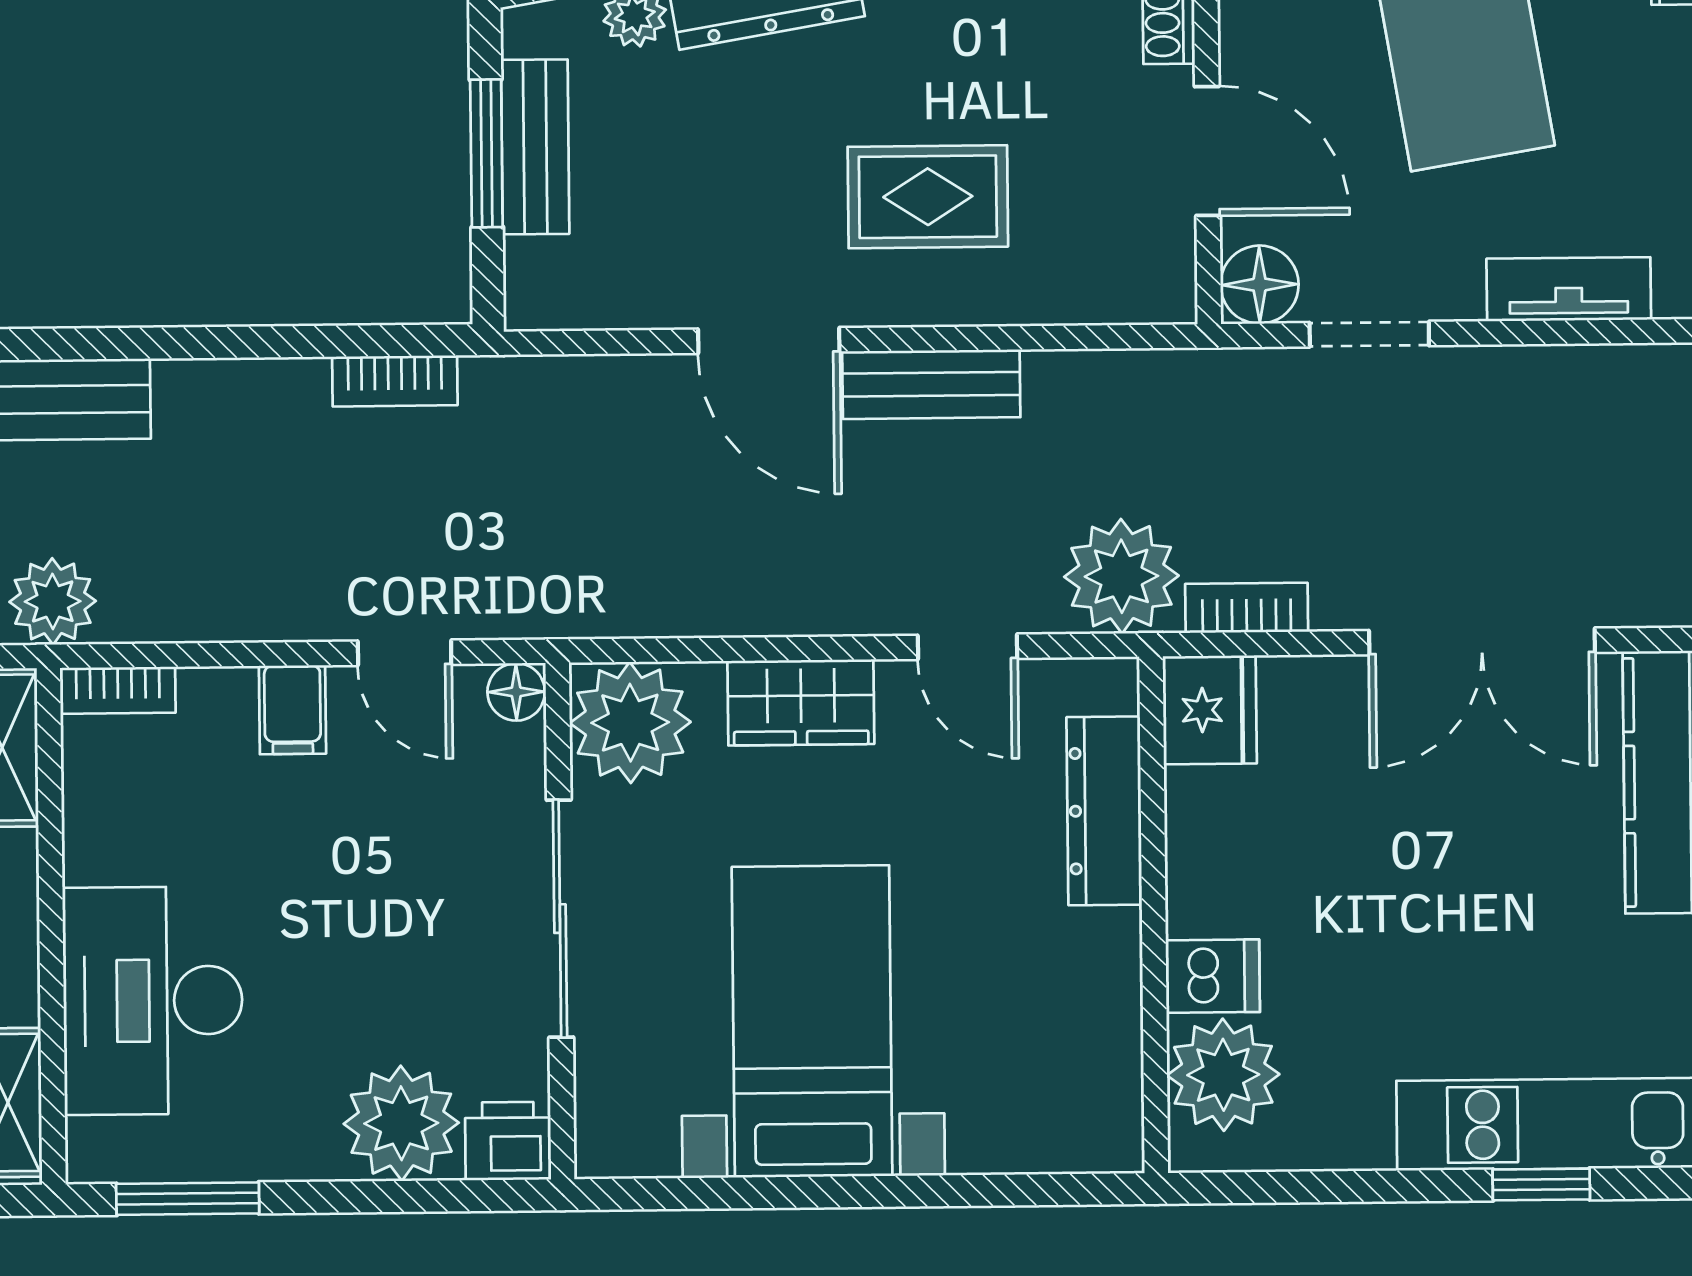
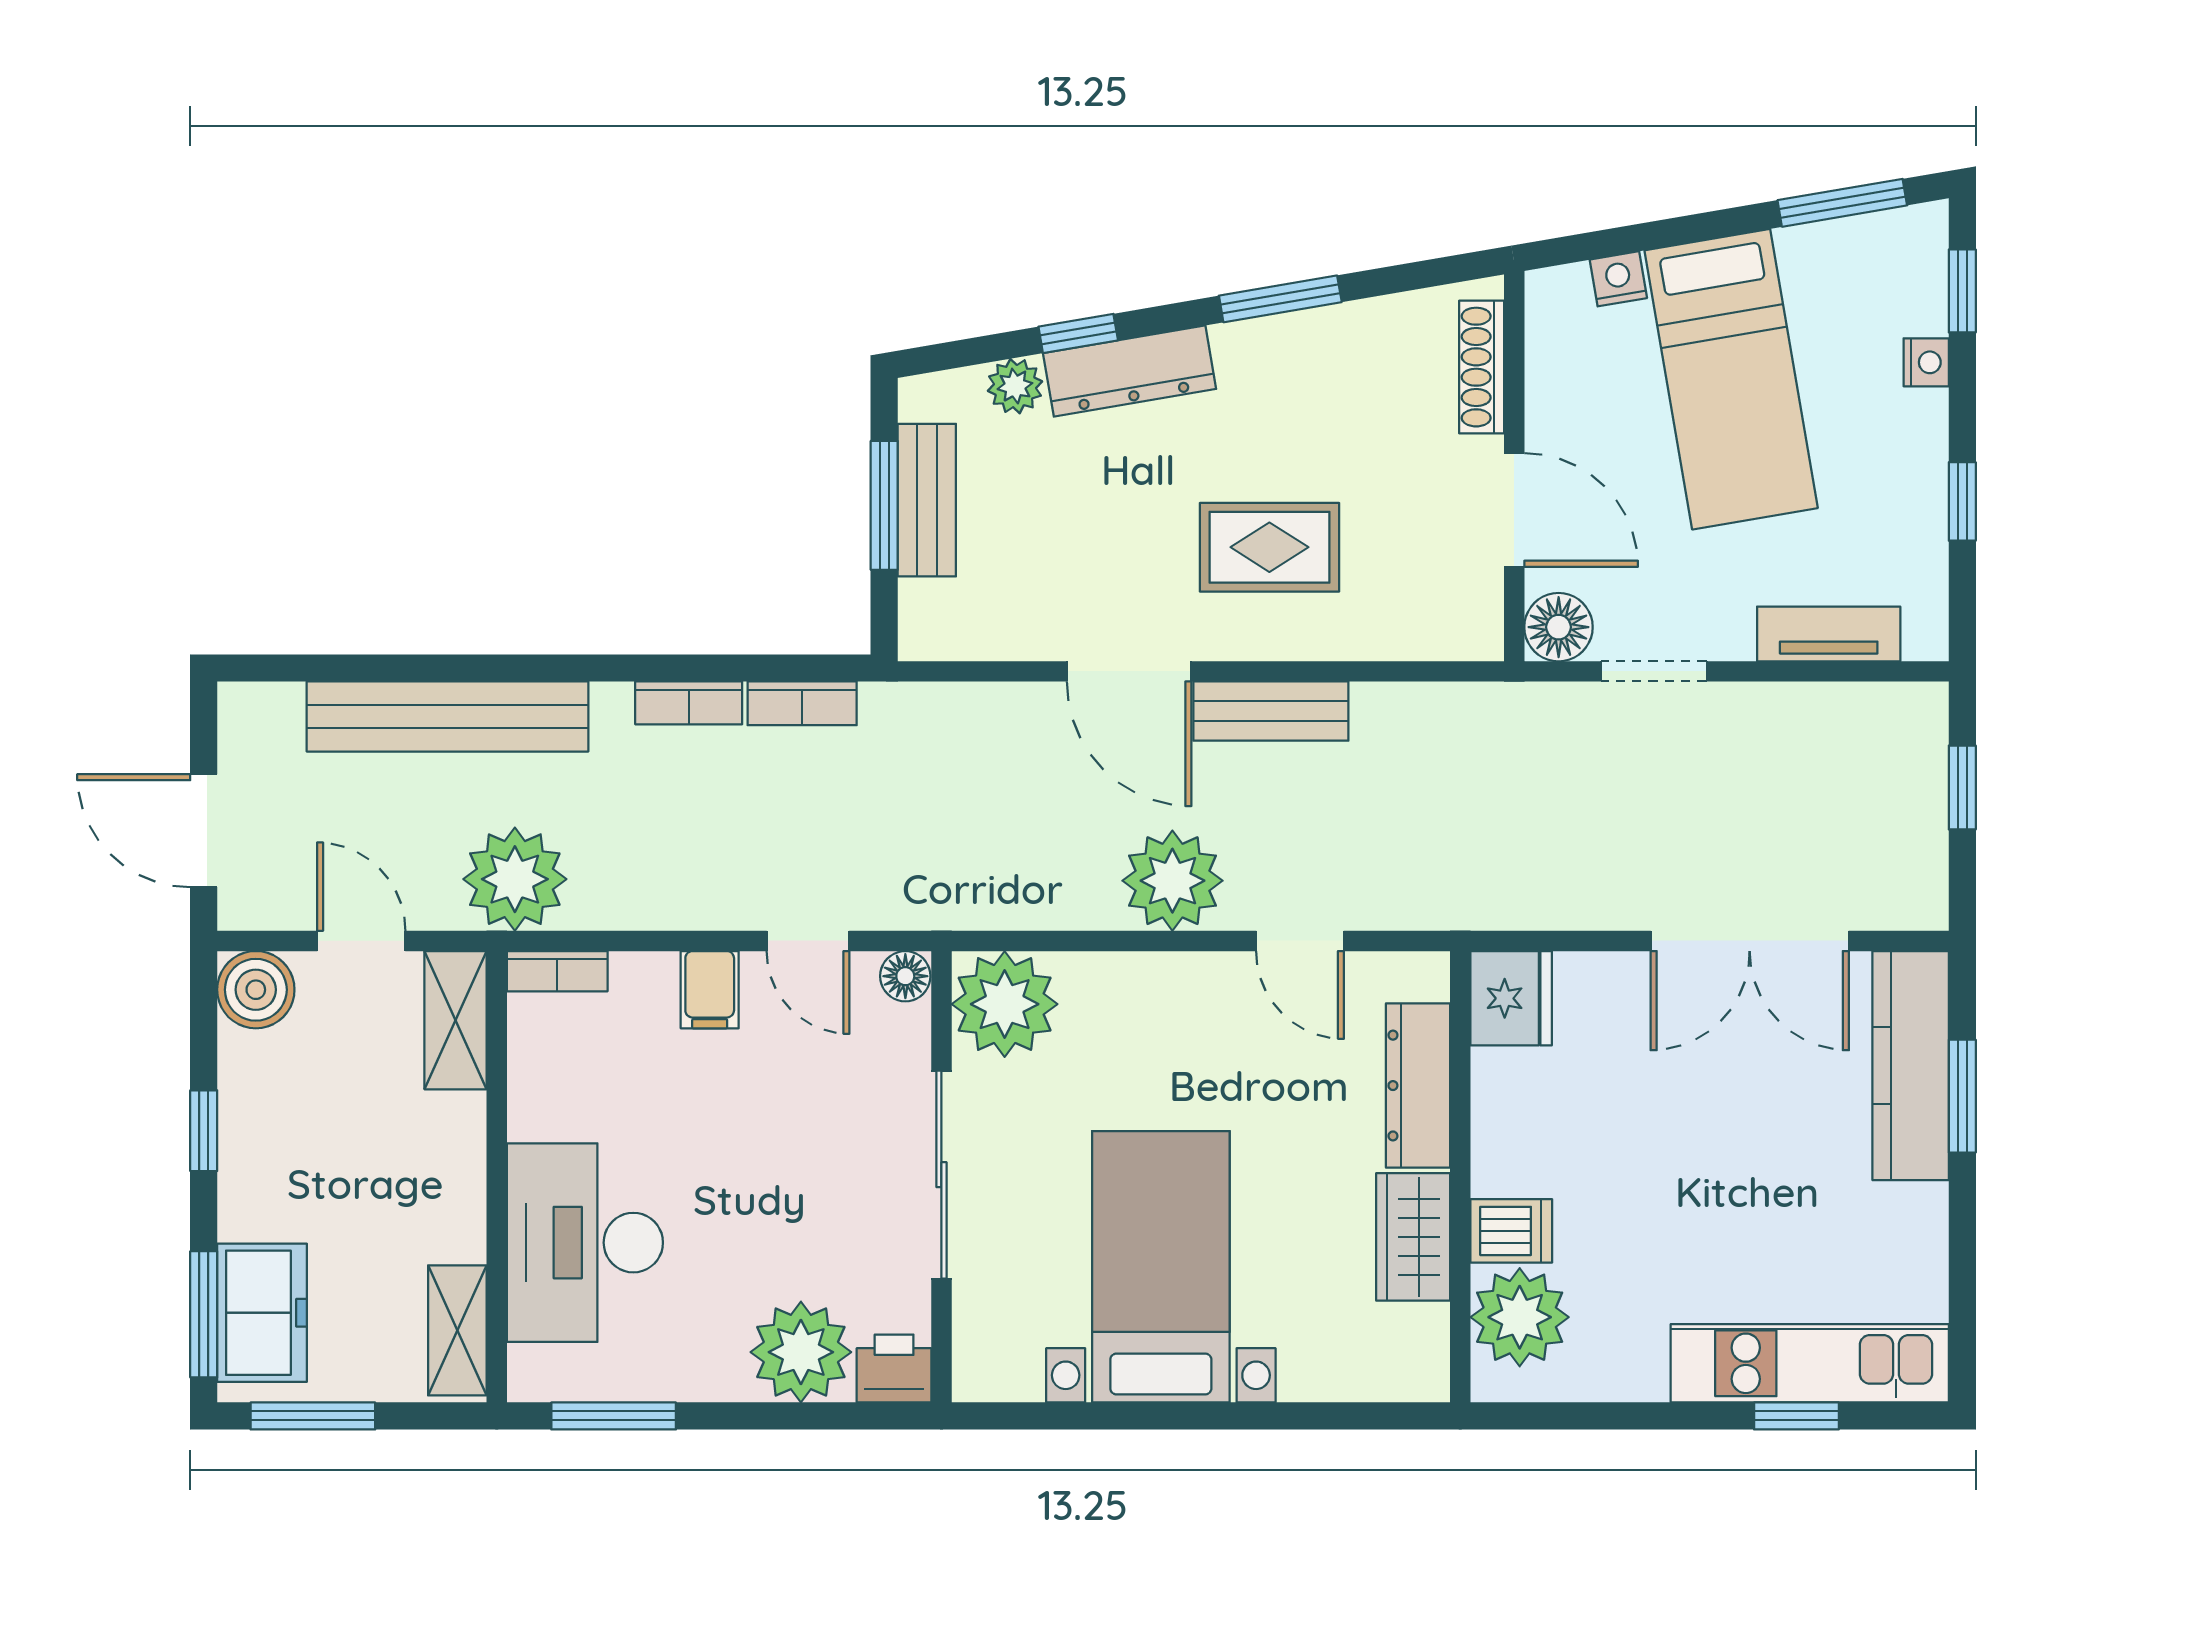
plant: (1121, 576) -> (1172, 881), moved
plant: (53, 601) -> (515, 879), width x1.36, depth x1.36
bookcase: (1247, 608) -> (689, 703), moved, turned 180
wardrobe: (801, 702) -> (1413, 1237), moved, turned 90

